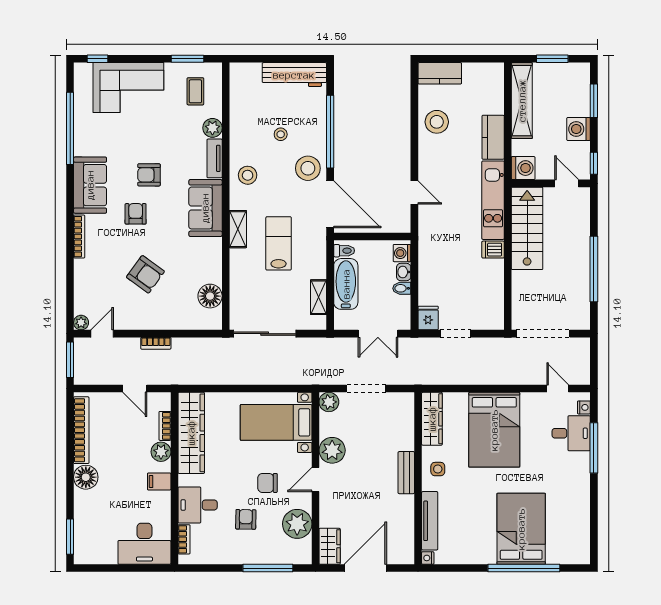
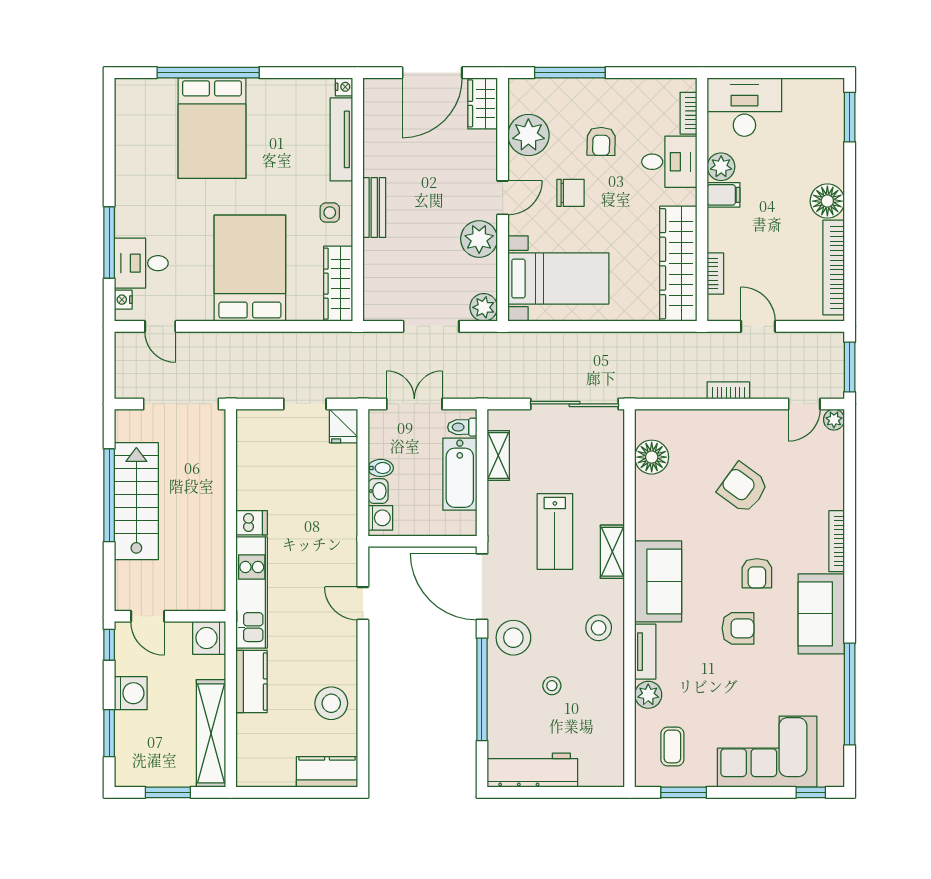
stairs: (527, 228) -> (136, 501), moved, turned 180
toilet: (344, 251) -> (462, 427), moved
plant: (161, 452) -> (721, 167), moved

